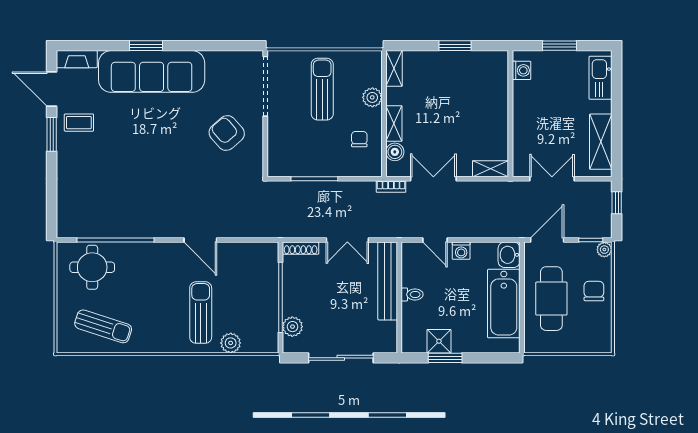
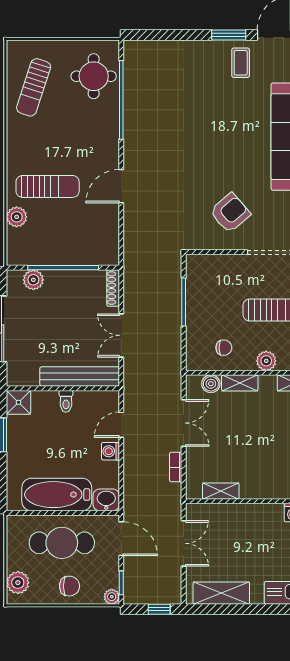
shelving: (491, 169) -> (221, 491), moved, turned 90
bookcase: (391, 187) -> (176, 467), moved
shower: (439, 341) -> (18, 402), moved
plant: (590, 342) -> (18, 583), added

